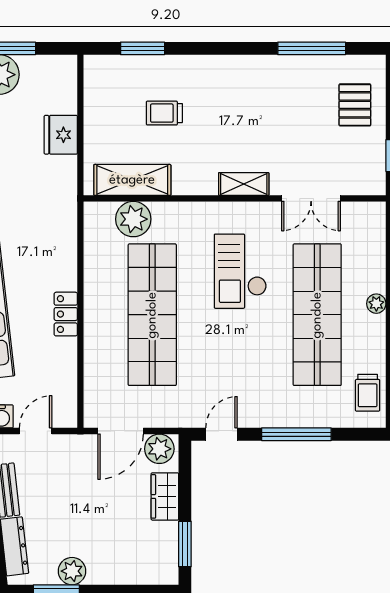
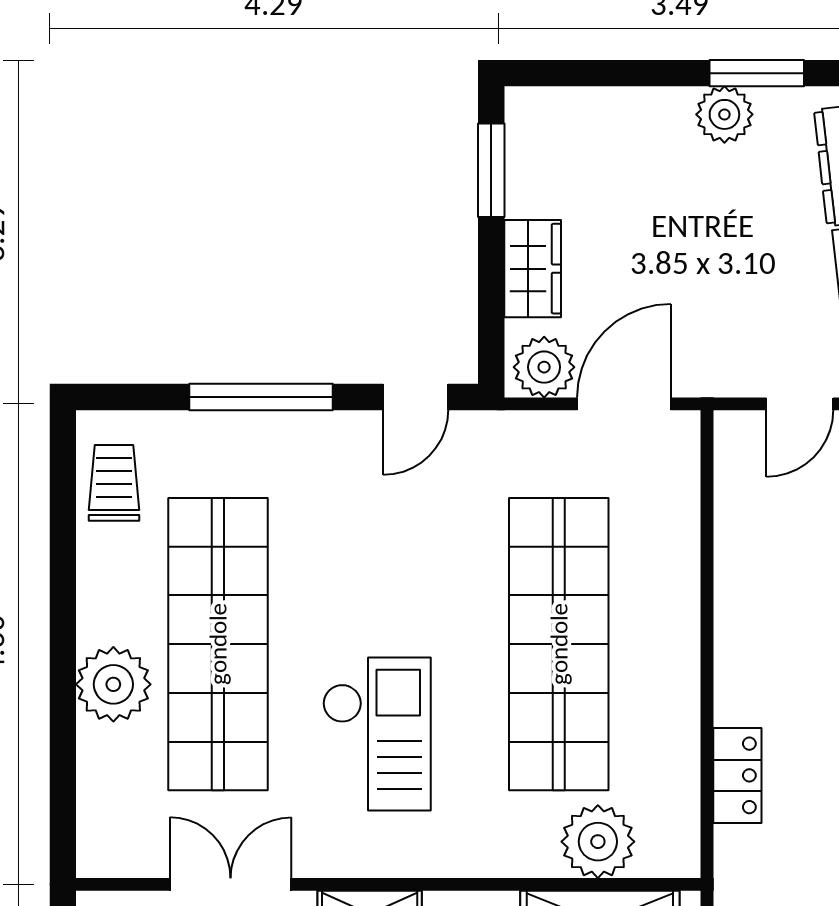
plant: (376, 304) -> (113, 684), width x1.87, depth x1.87
locker: (66, 314) -> (737, 775), moved

